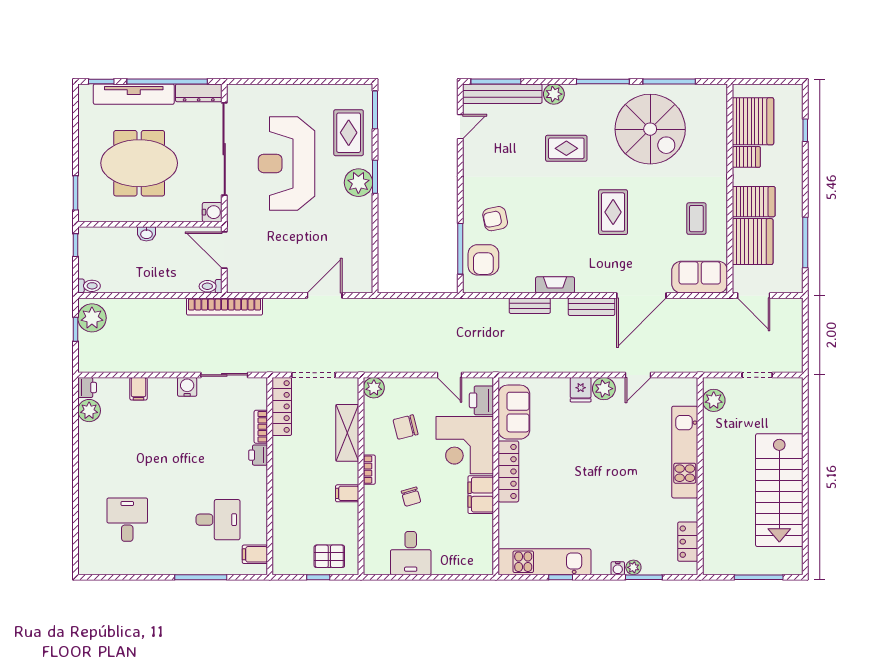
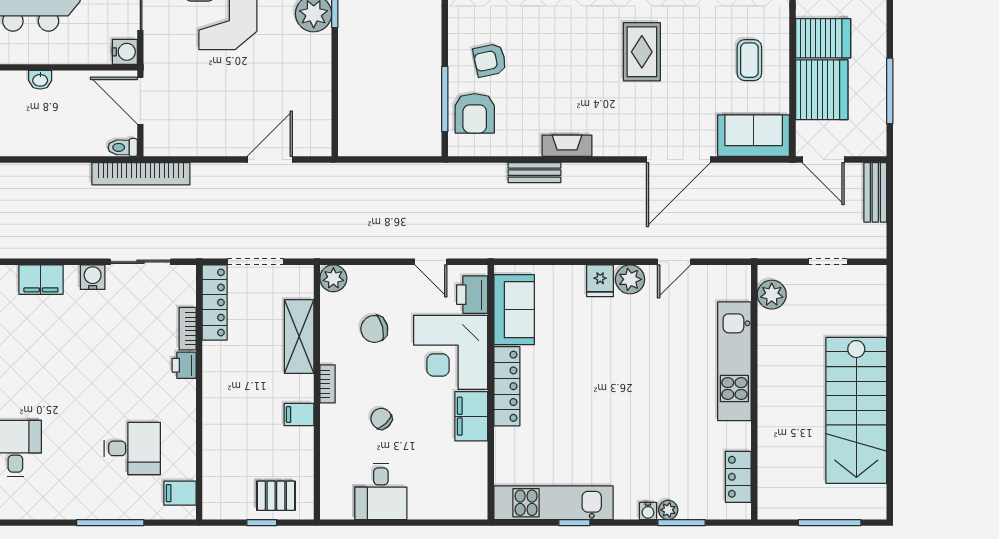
bench: (591, 307) -> (875, 192), moved, turned 90
filing cabinet: (139, 389) -> (41, 280), width x2.00
chair: (411, 497) -> (381, 419), turned 152

